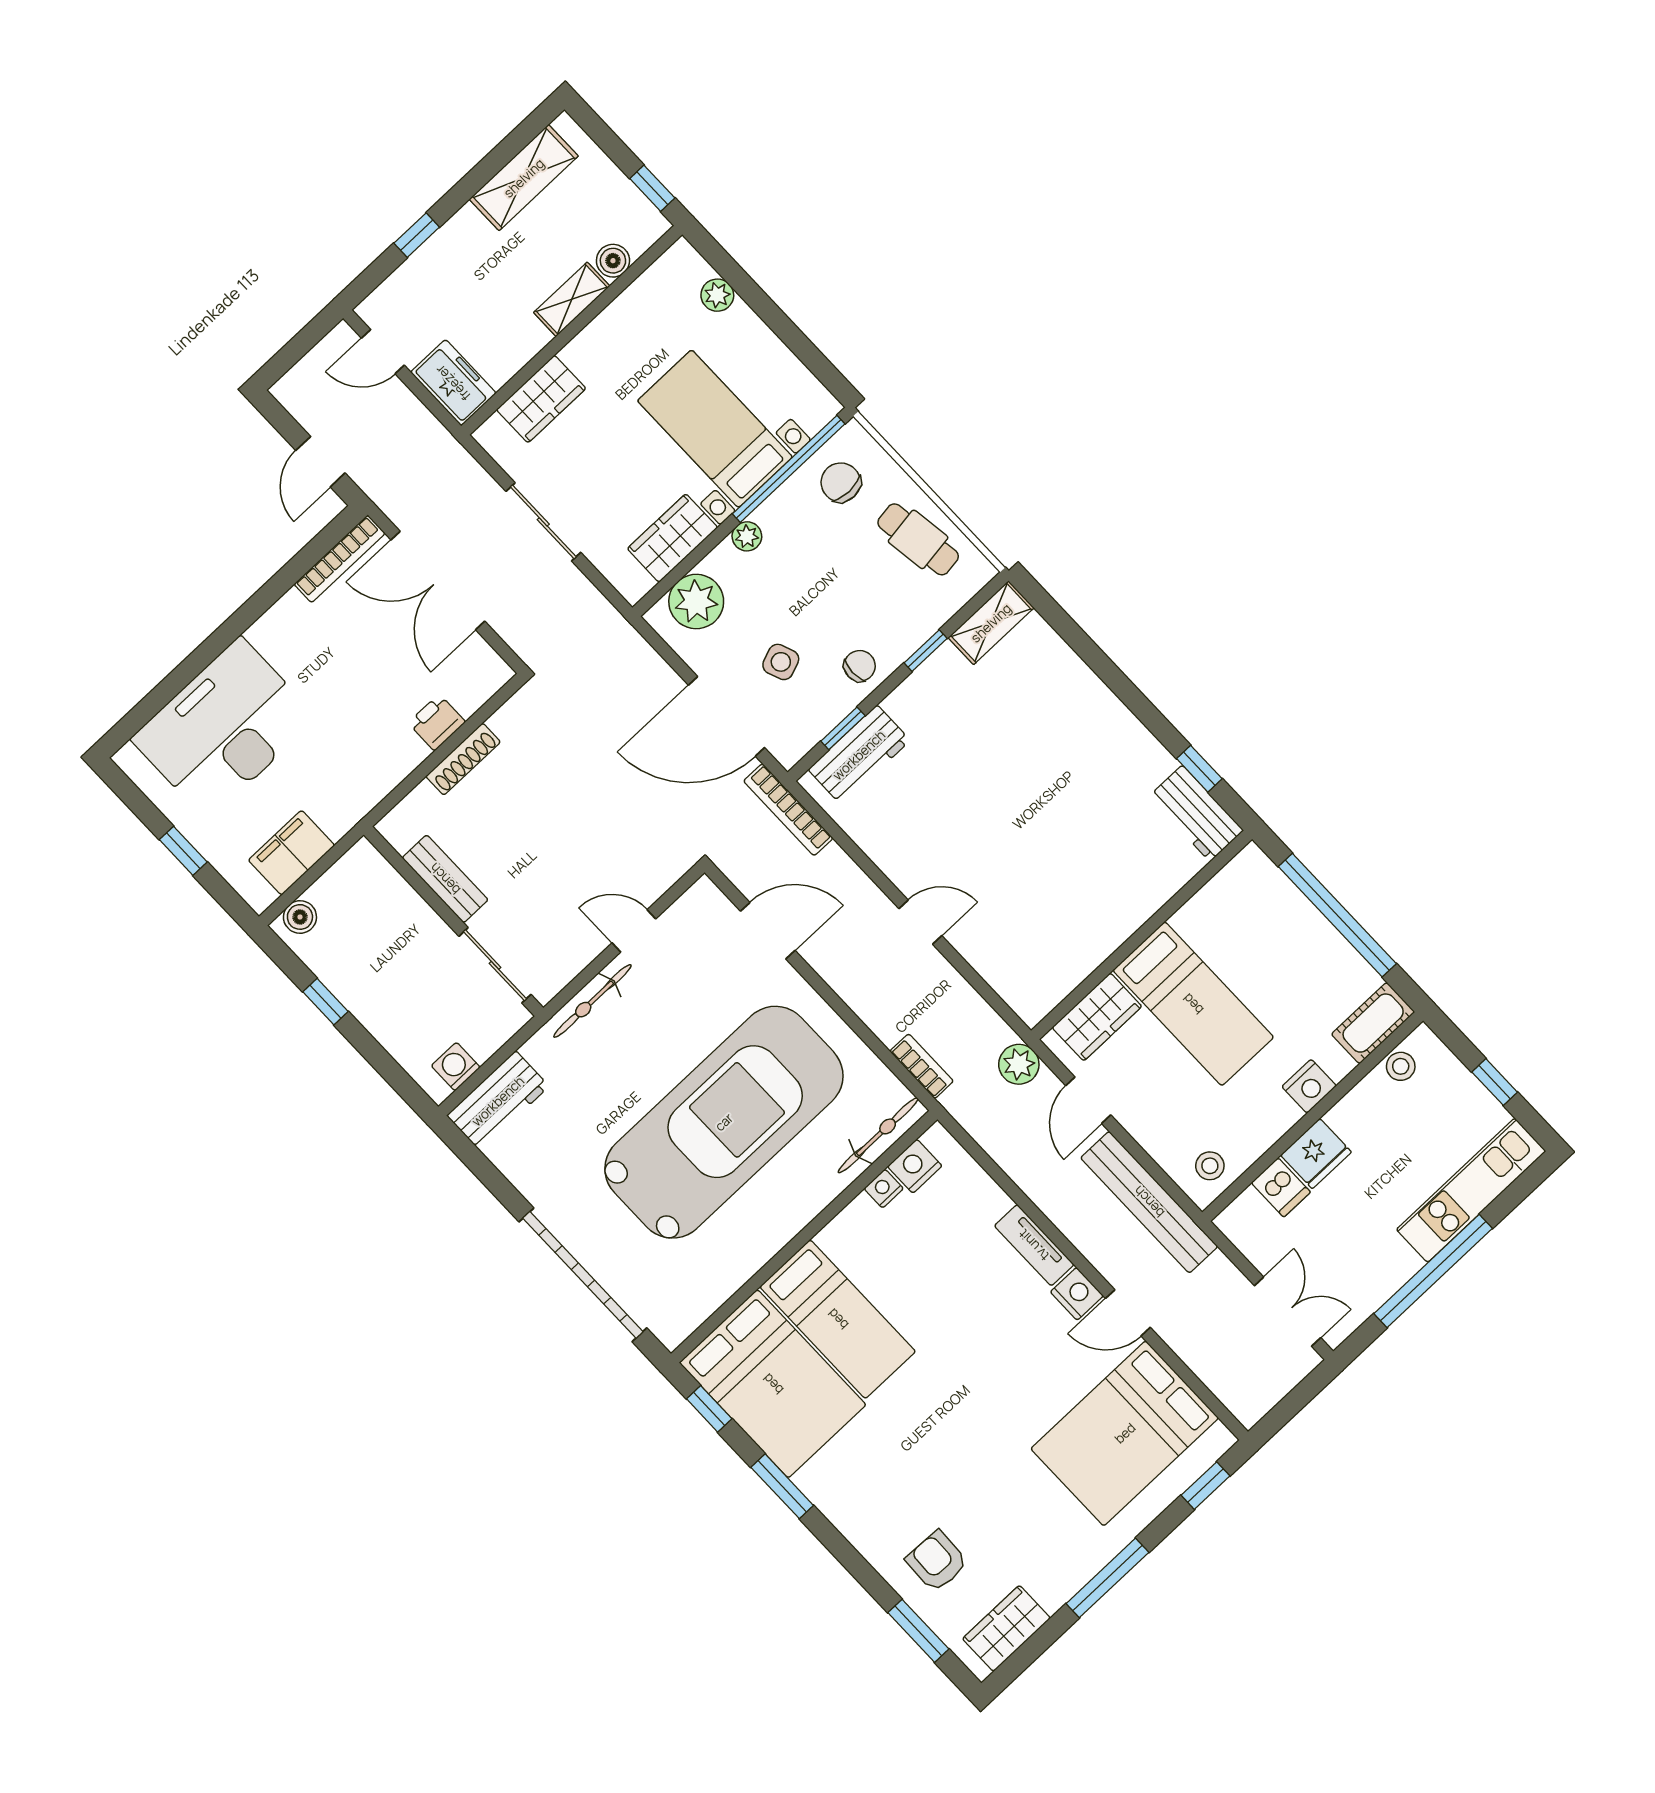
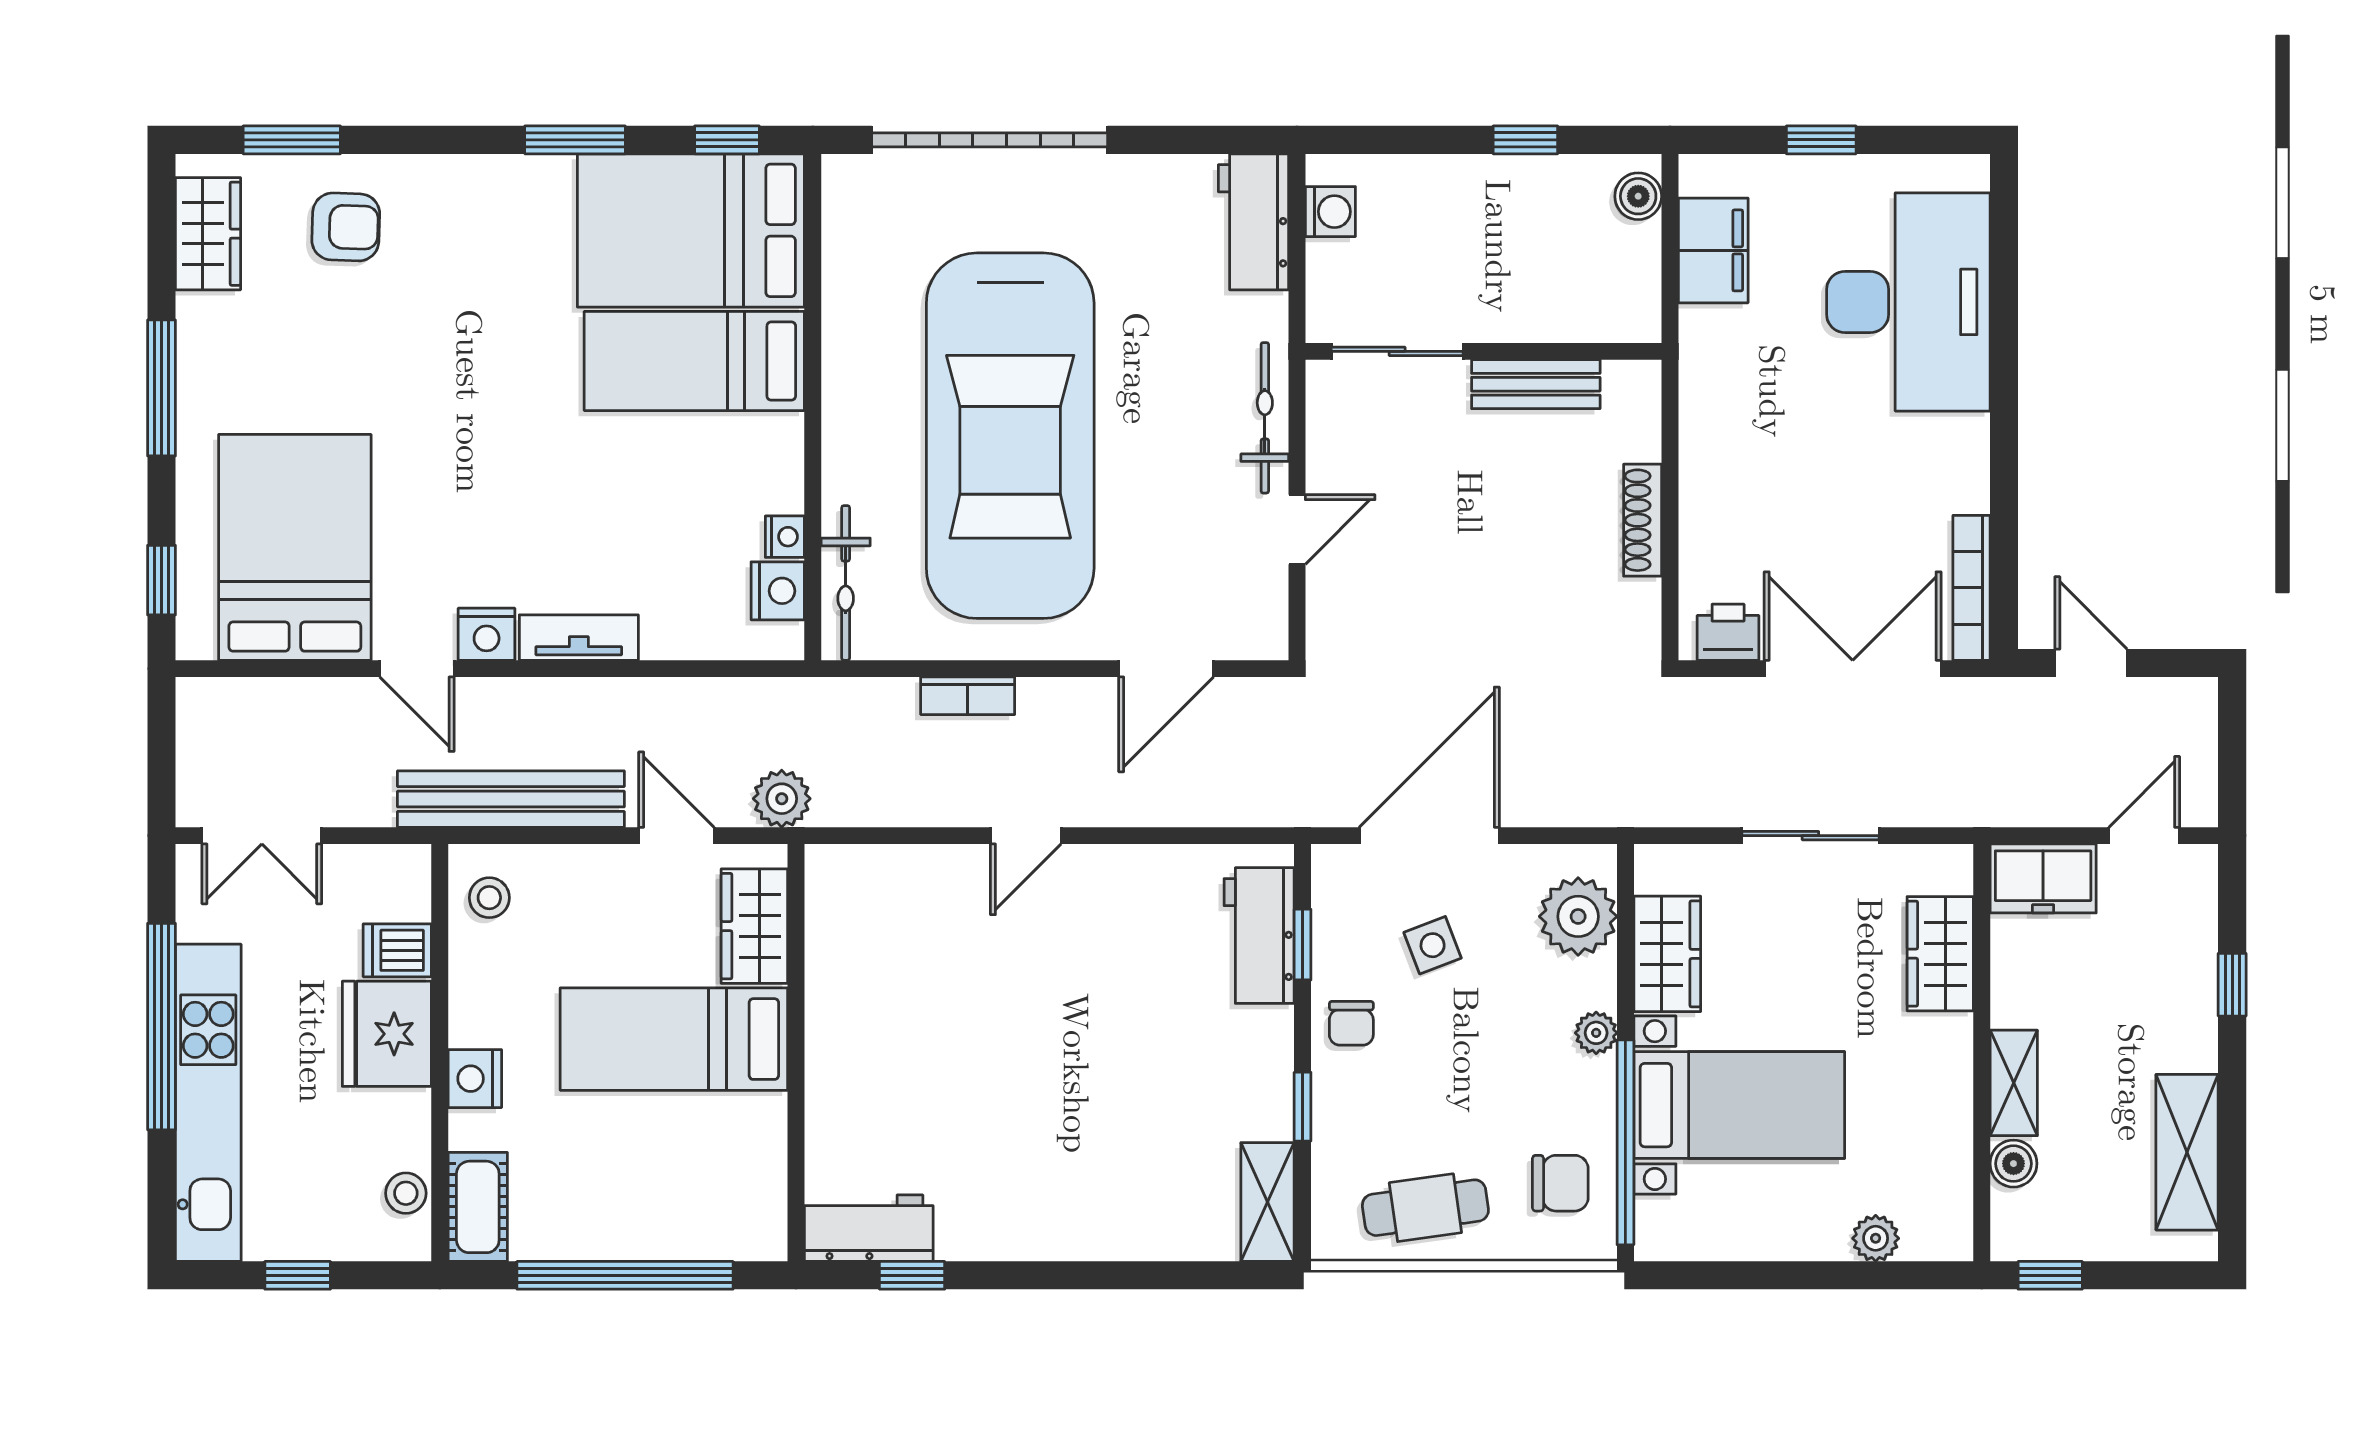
printer: (437, 722) -> (1728, 632), moved, turned -90
bookcase: (788, 810) -> (1272, 808), removed
bookcase: (922, 1066) -> (968, 696), moved
fridge: (1316, 1154) -> (387, 1034), width x1.36, depth x1.34
kitchen unit: (1471, 1190) -> (208, 1103), width x1.36
door: (1128, 1313) -> (417, 669), swing flipped

